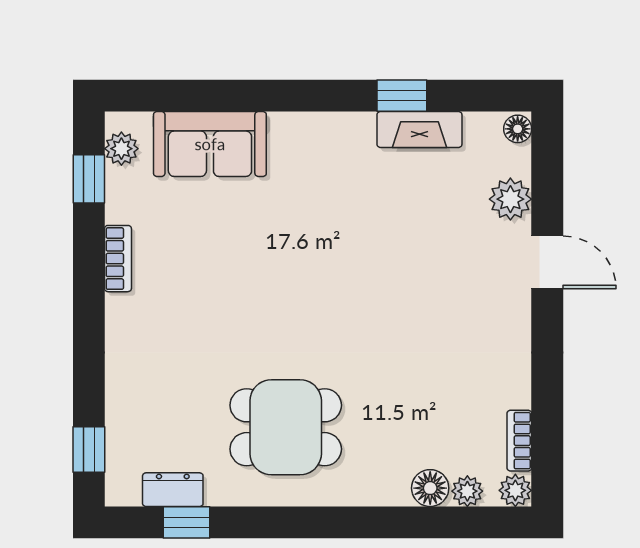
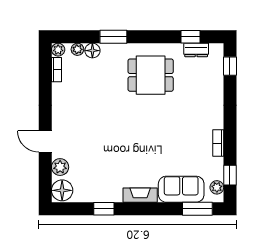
window: (170, 96) -> (197, 209), added
fireplace: (419, 129) -> (140, 195), moved
floor lamp: (518, 129) -> (62, 190), width x1.89, depth x1.89
window: (378, 522) -> (113, 37), added

